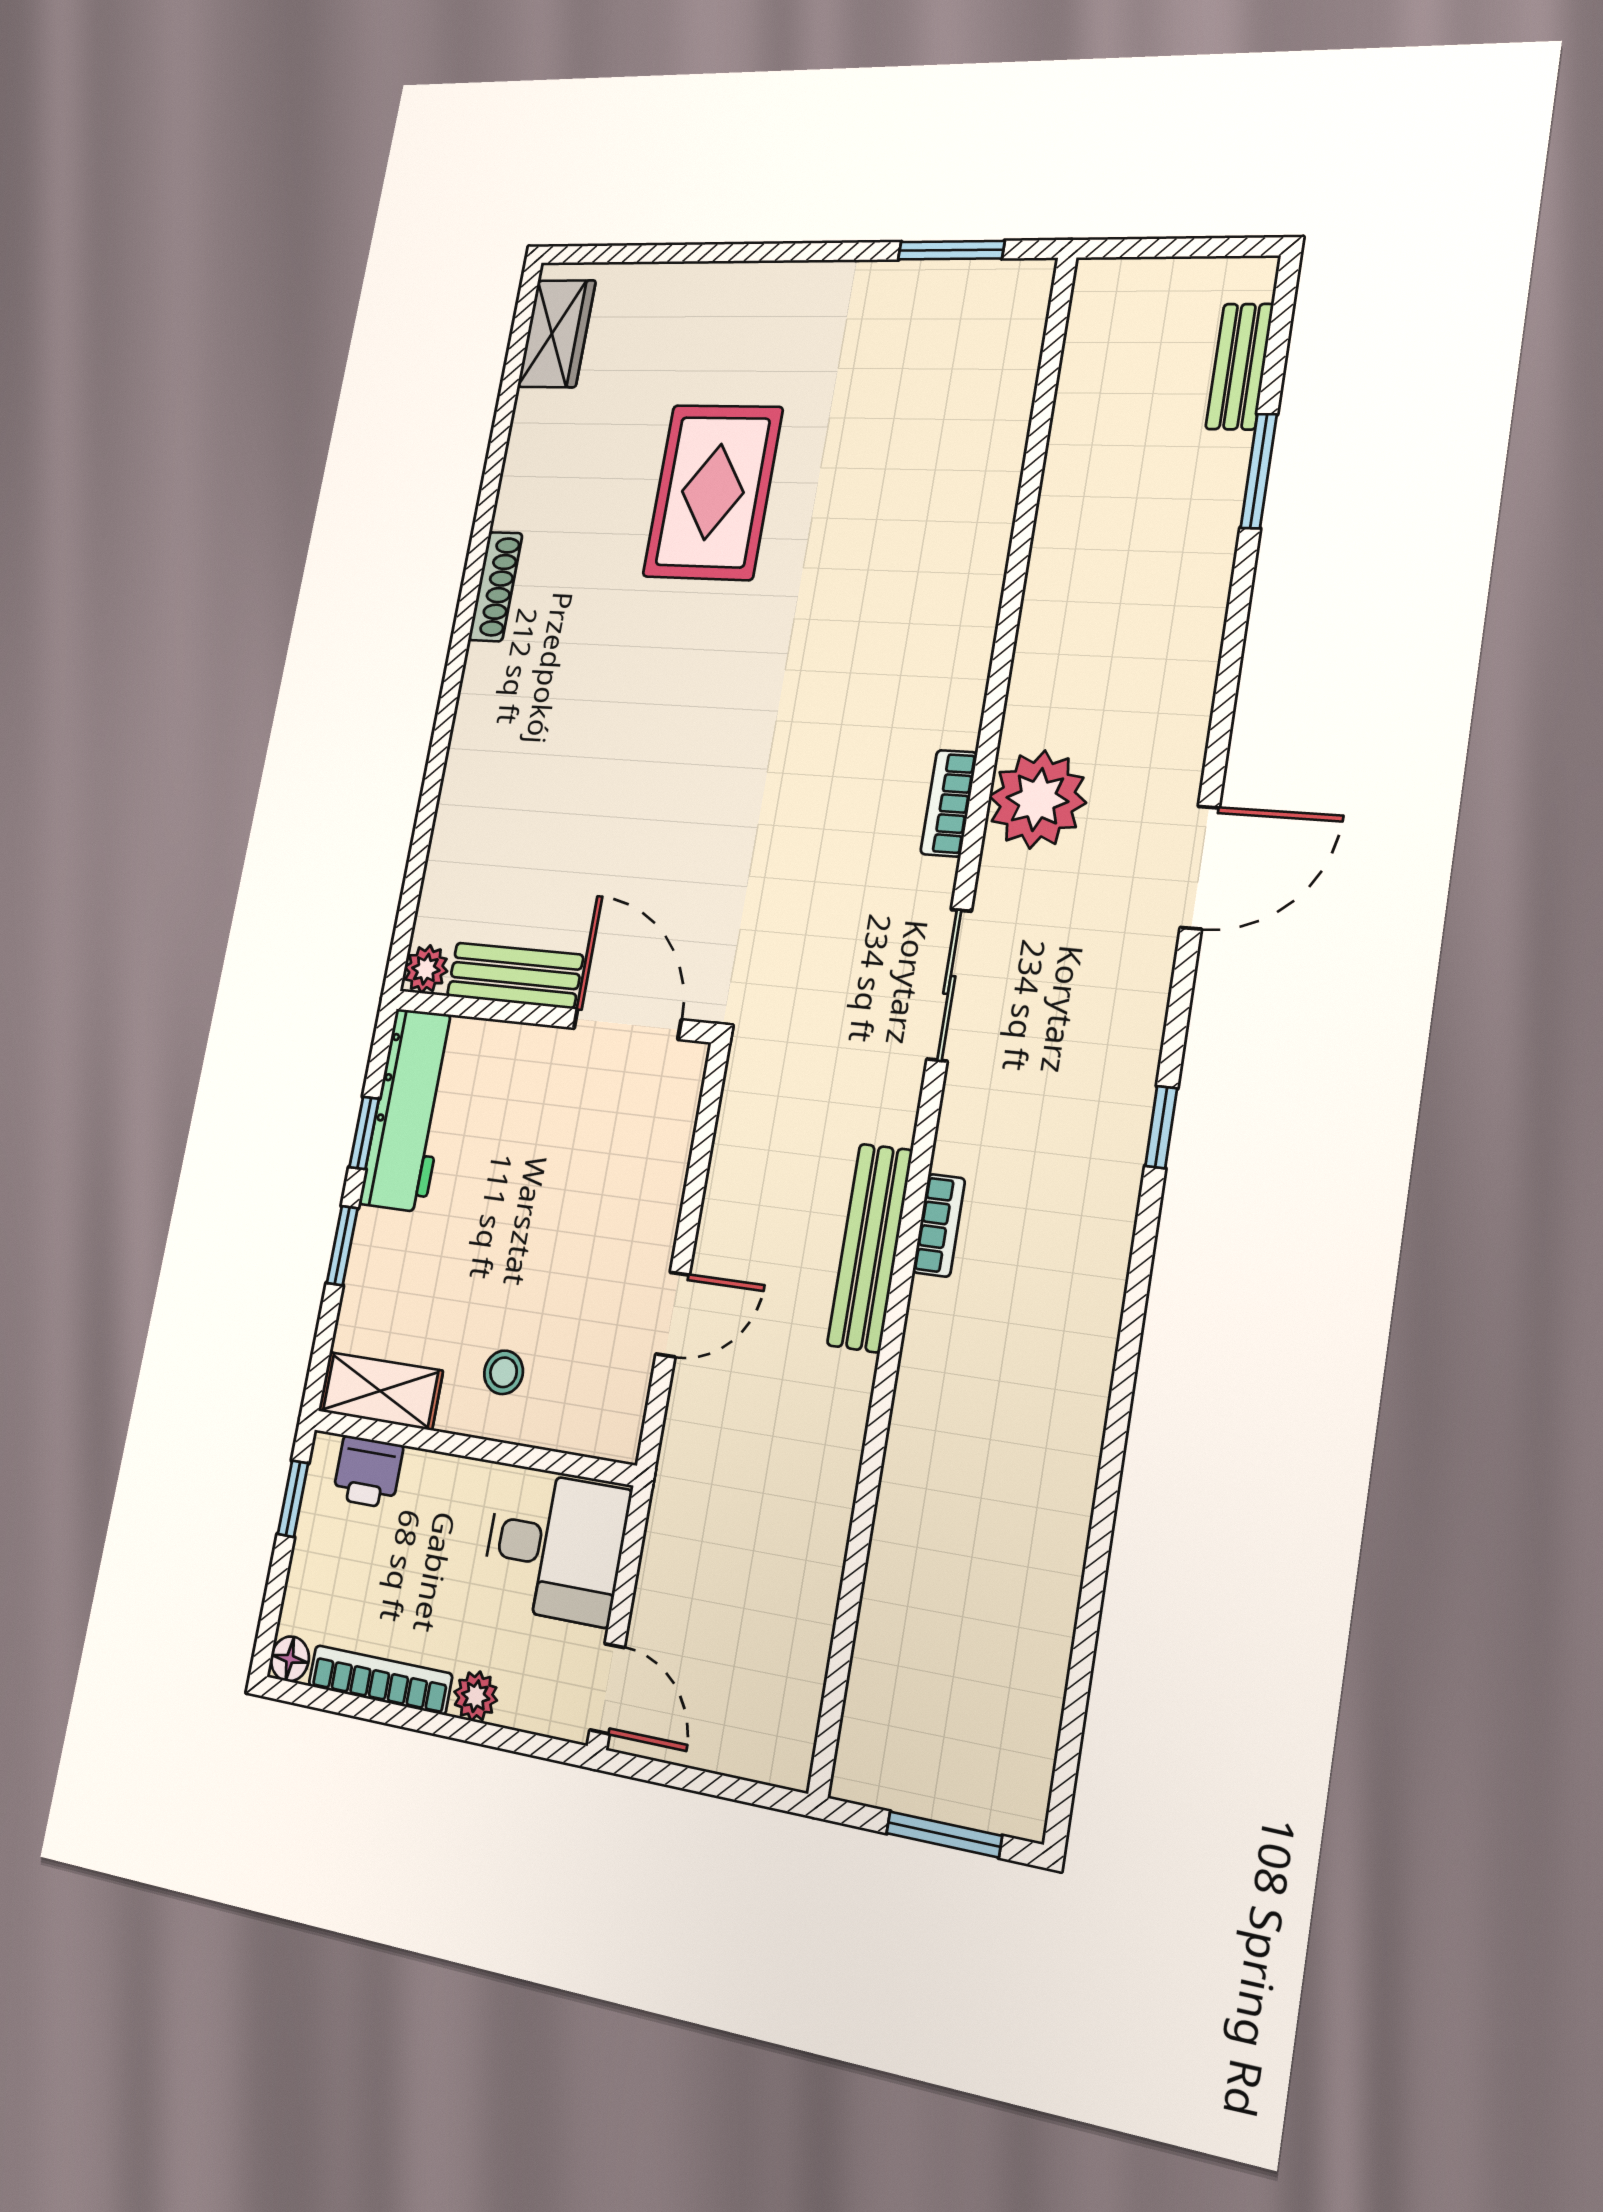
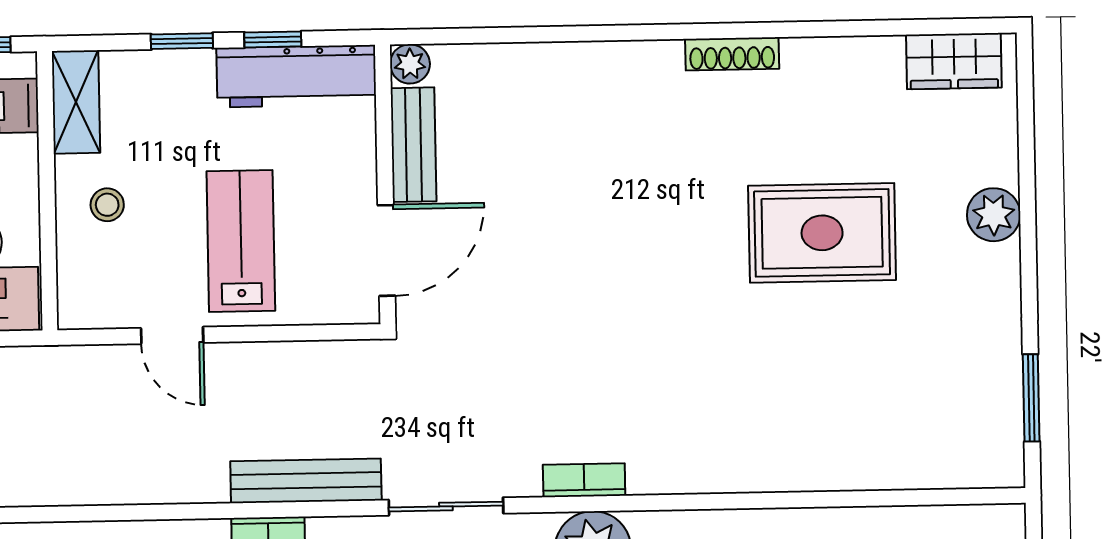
plant: (732, 291) -> (994, 215), added
lab bench: (579, 1207) -> (241, 241), added
bench: (870, 1247) -> (306, 481), moved

